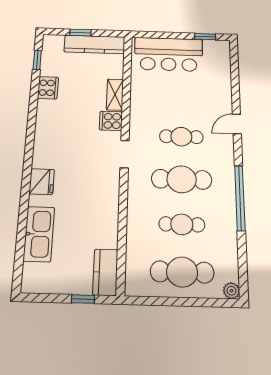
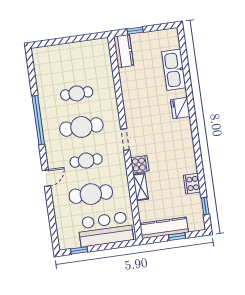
cafe table: (182, 272) -> (91, 194), moved
plant: (231, 291) -> (37, 53), removed

